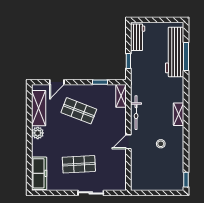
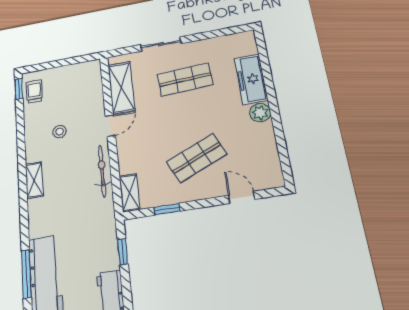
door: (57, 82) -> (242, 197), hinge flipped
shelving: (39, 108) -> (121, 88), moved
shop shelf: (79, 111) -> (197, 158), turned -45
freezer: (39, 173) -> (251, 79), moved
trolley: (176, 175) -> (34, 91), added

